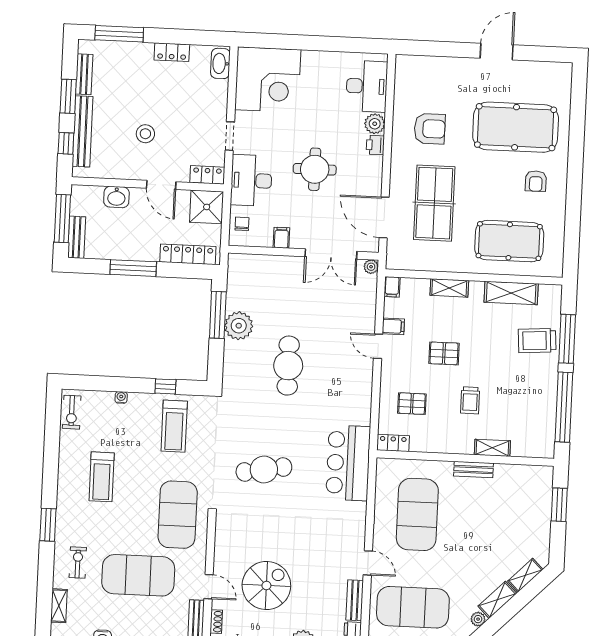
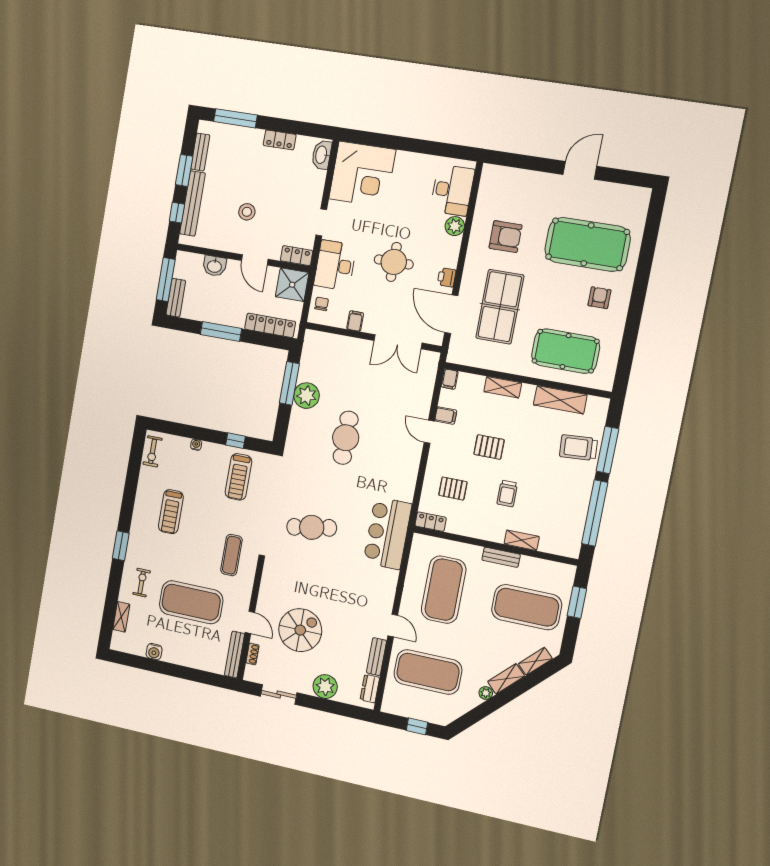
printer: (375, 145) -> (447, 277), moved
armchair: (536, 181) -> (599, 298), turned 180
plant: (371, 267) -> (433, 358), removed
exercise mat: (178, 515) -> (231, 555), width x0.50, depth x0.69
exercise mat: (508, 519) -> (527, 607), added

